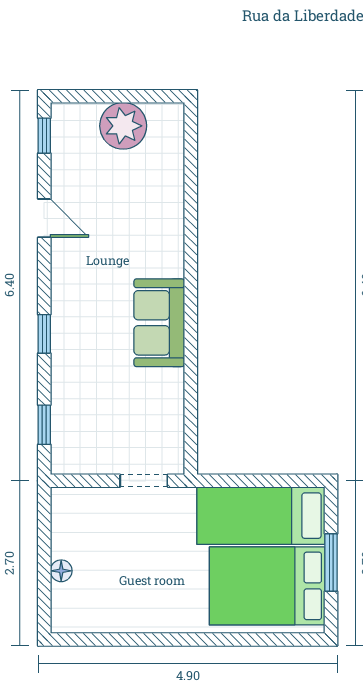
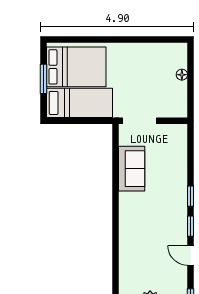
sofa: (159, 323) -> (132, 169), moved
window: (44, 425) -> (191, 226), moved
doorway: (144, 481) -> (139, 121), width x1.38

